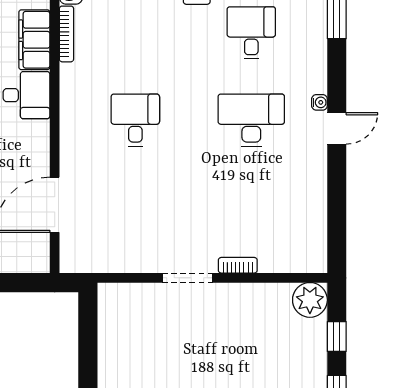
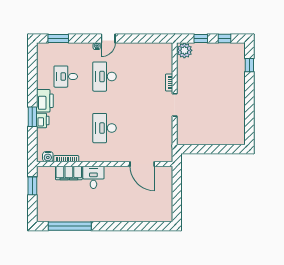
desk: (135, 120) -> (105, 128), width x1.37
door: (337, 128) -> (108, 39), swing flipped

